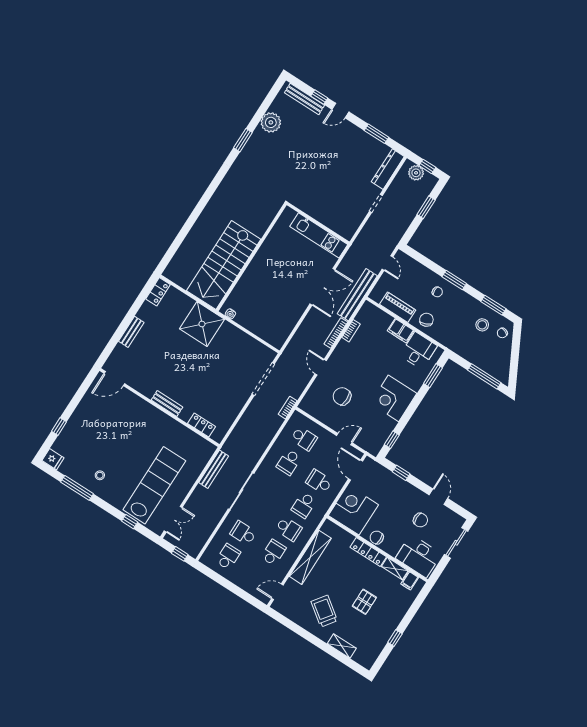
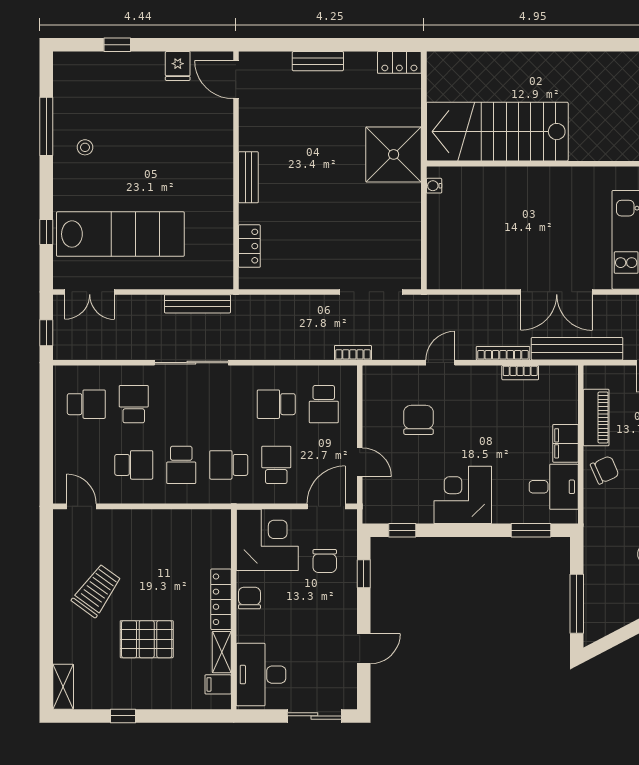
fridge: (53, 459) -> (178, 66), moved
chair: (420, 520) -> (325, 561), moved
shelving: (310, 557) -> (160, 522), removed
pallet: (364, 602) -> (147, 639), width x1.50, depth x1.42
shelving: (342, 646) -> (63, 687), moved

